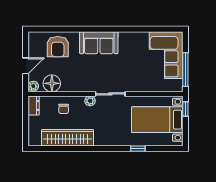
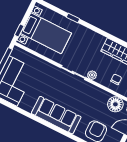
sofa: (99, 43) -> (56, 115), width x1.36

